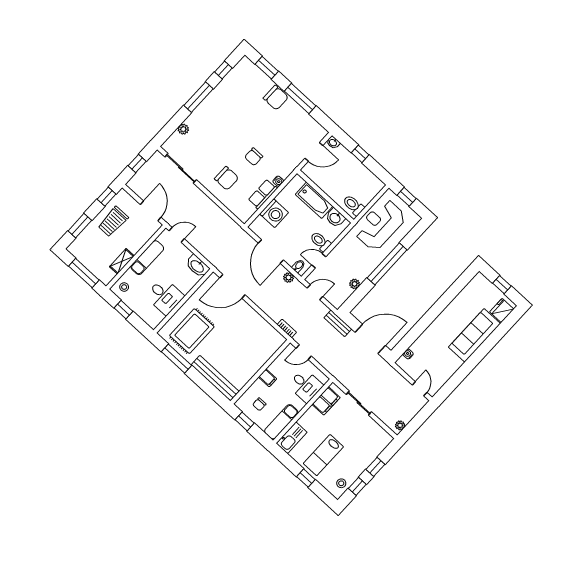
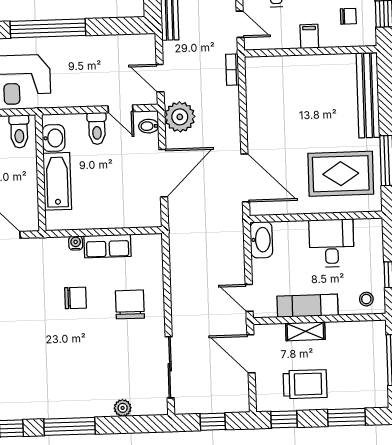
door: (151, 211) -> (251, 354), hinge flipped
washing machine: (274, 213) -> (116, 212), removed
shelving: (122, 261) -> (305, 331), moved
plant: (289, 278) -> (180, 117), width x1.87, depth x1.87
plant: (355, 284) -> (107, 43), removed

